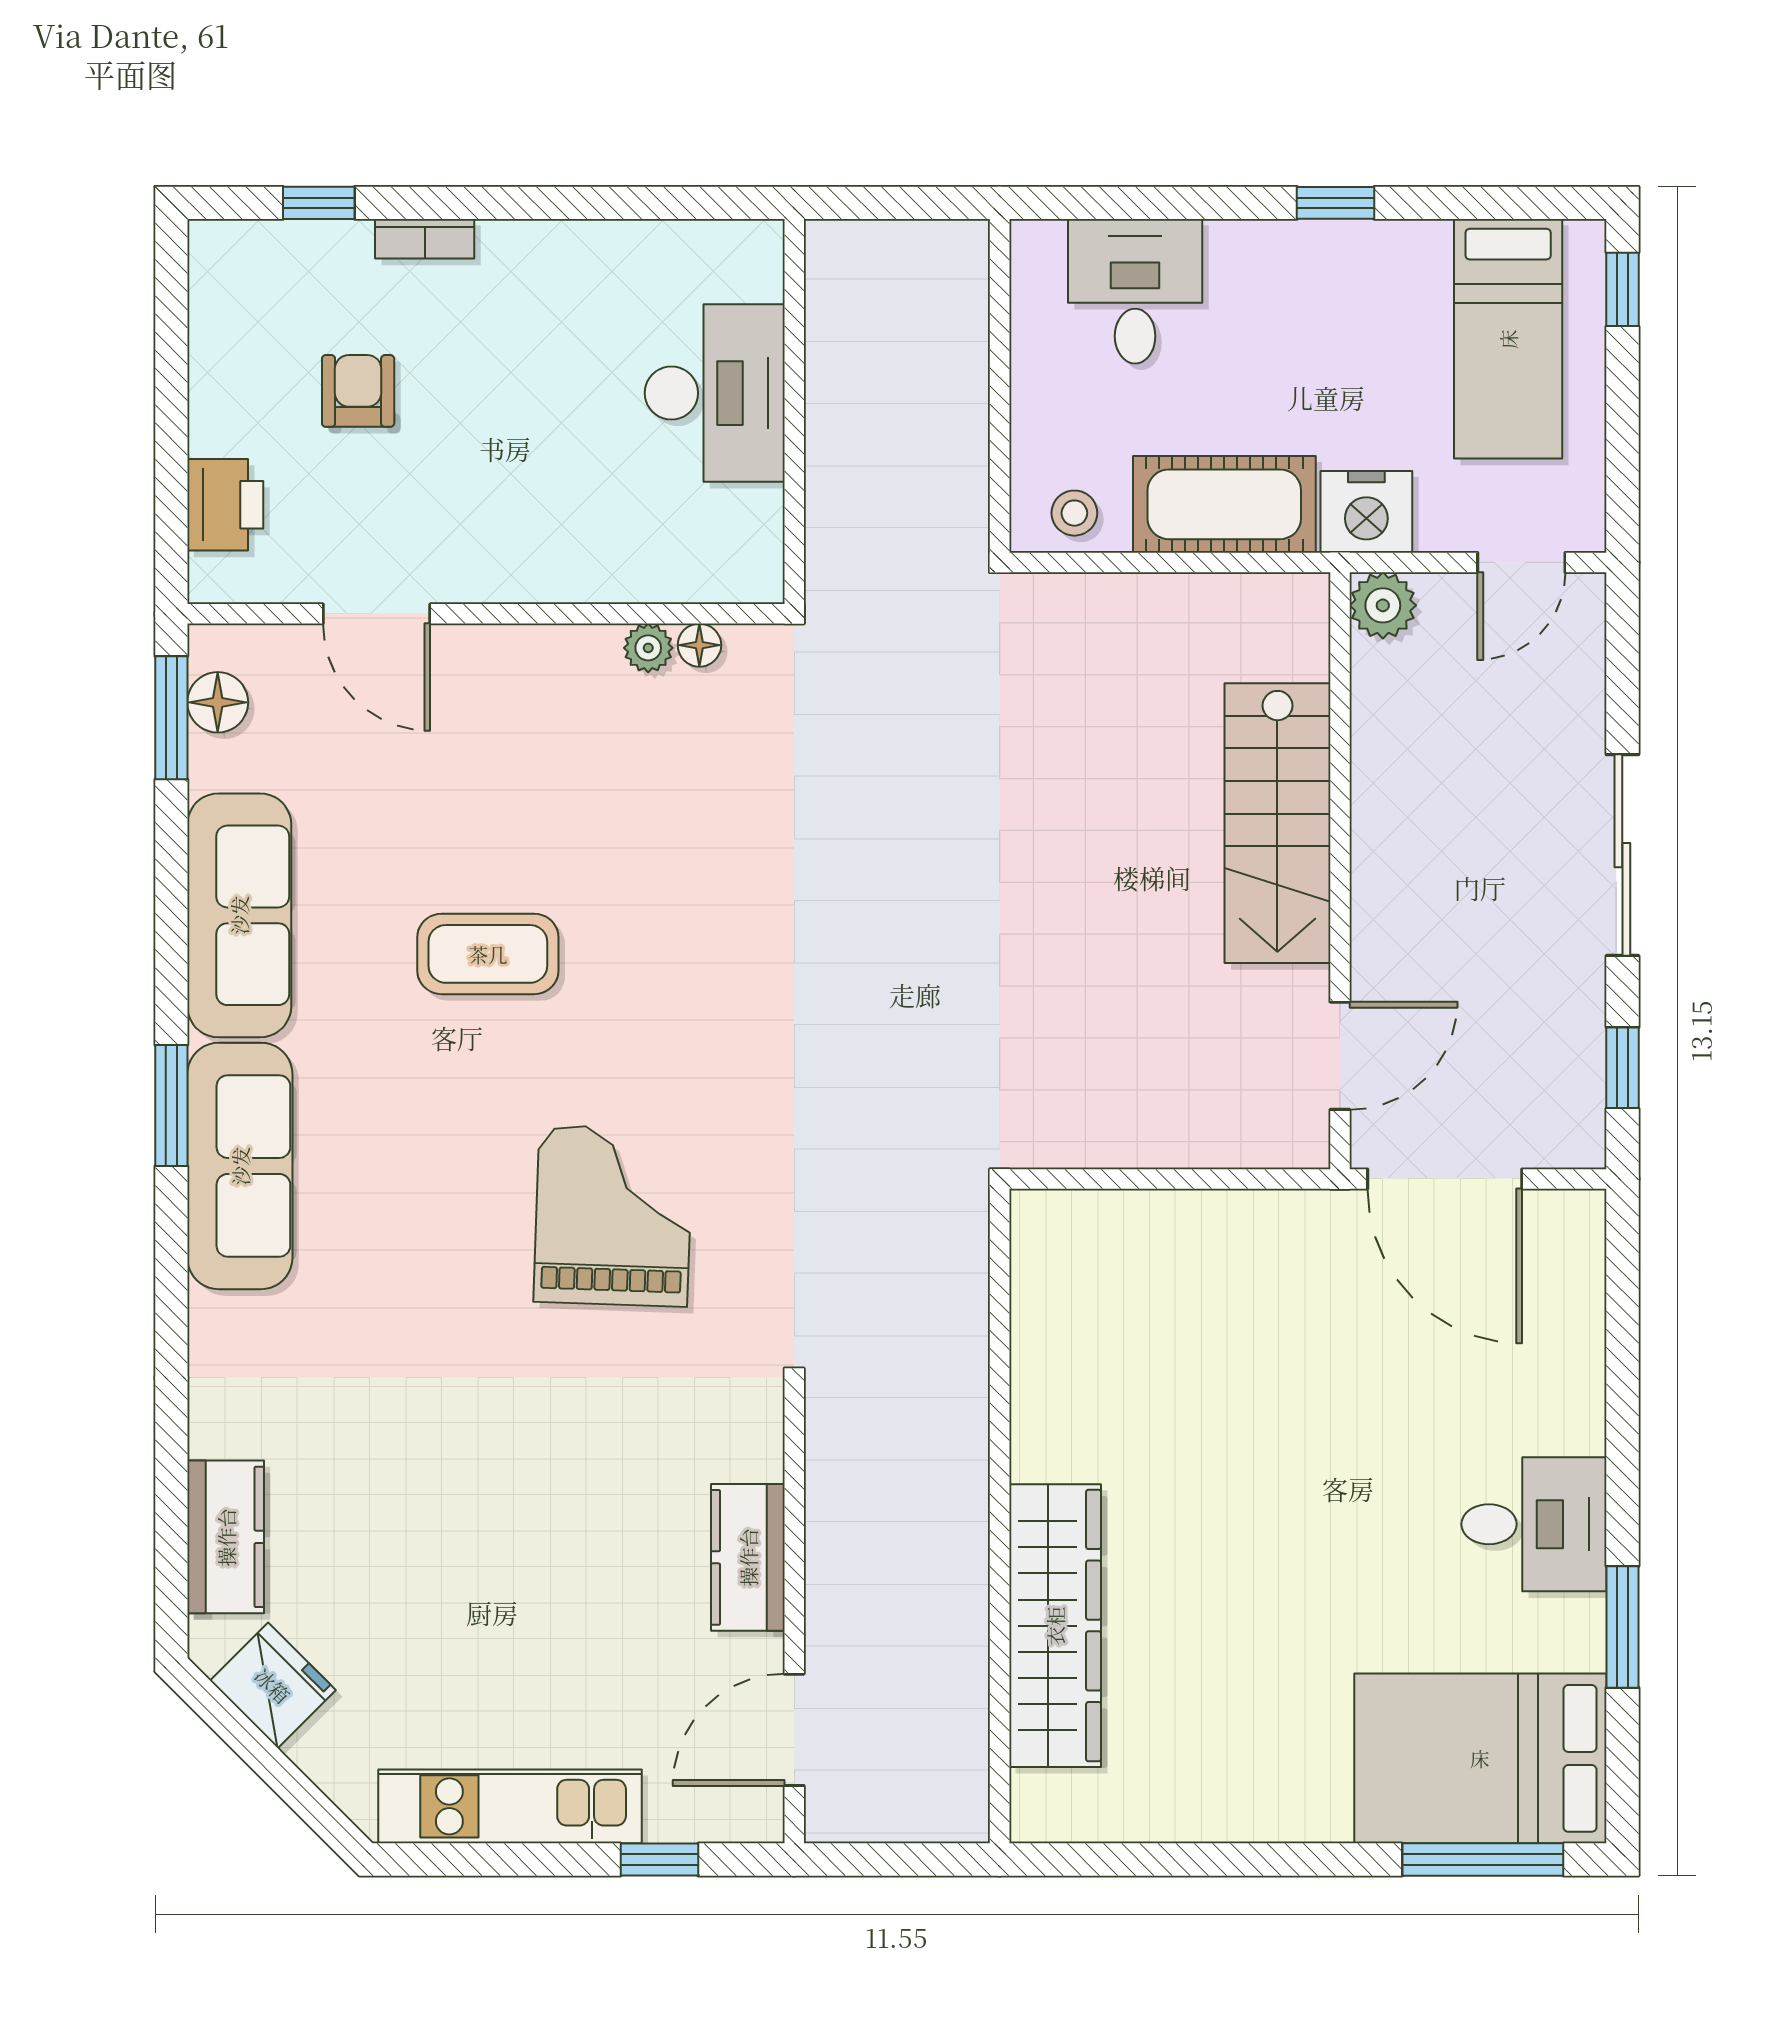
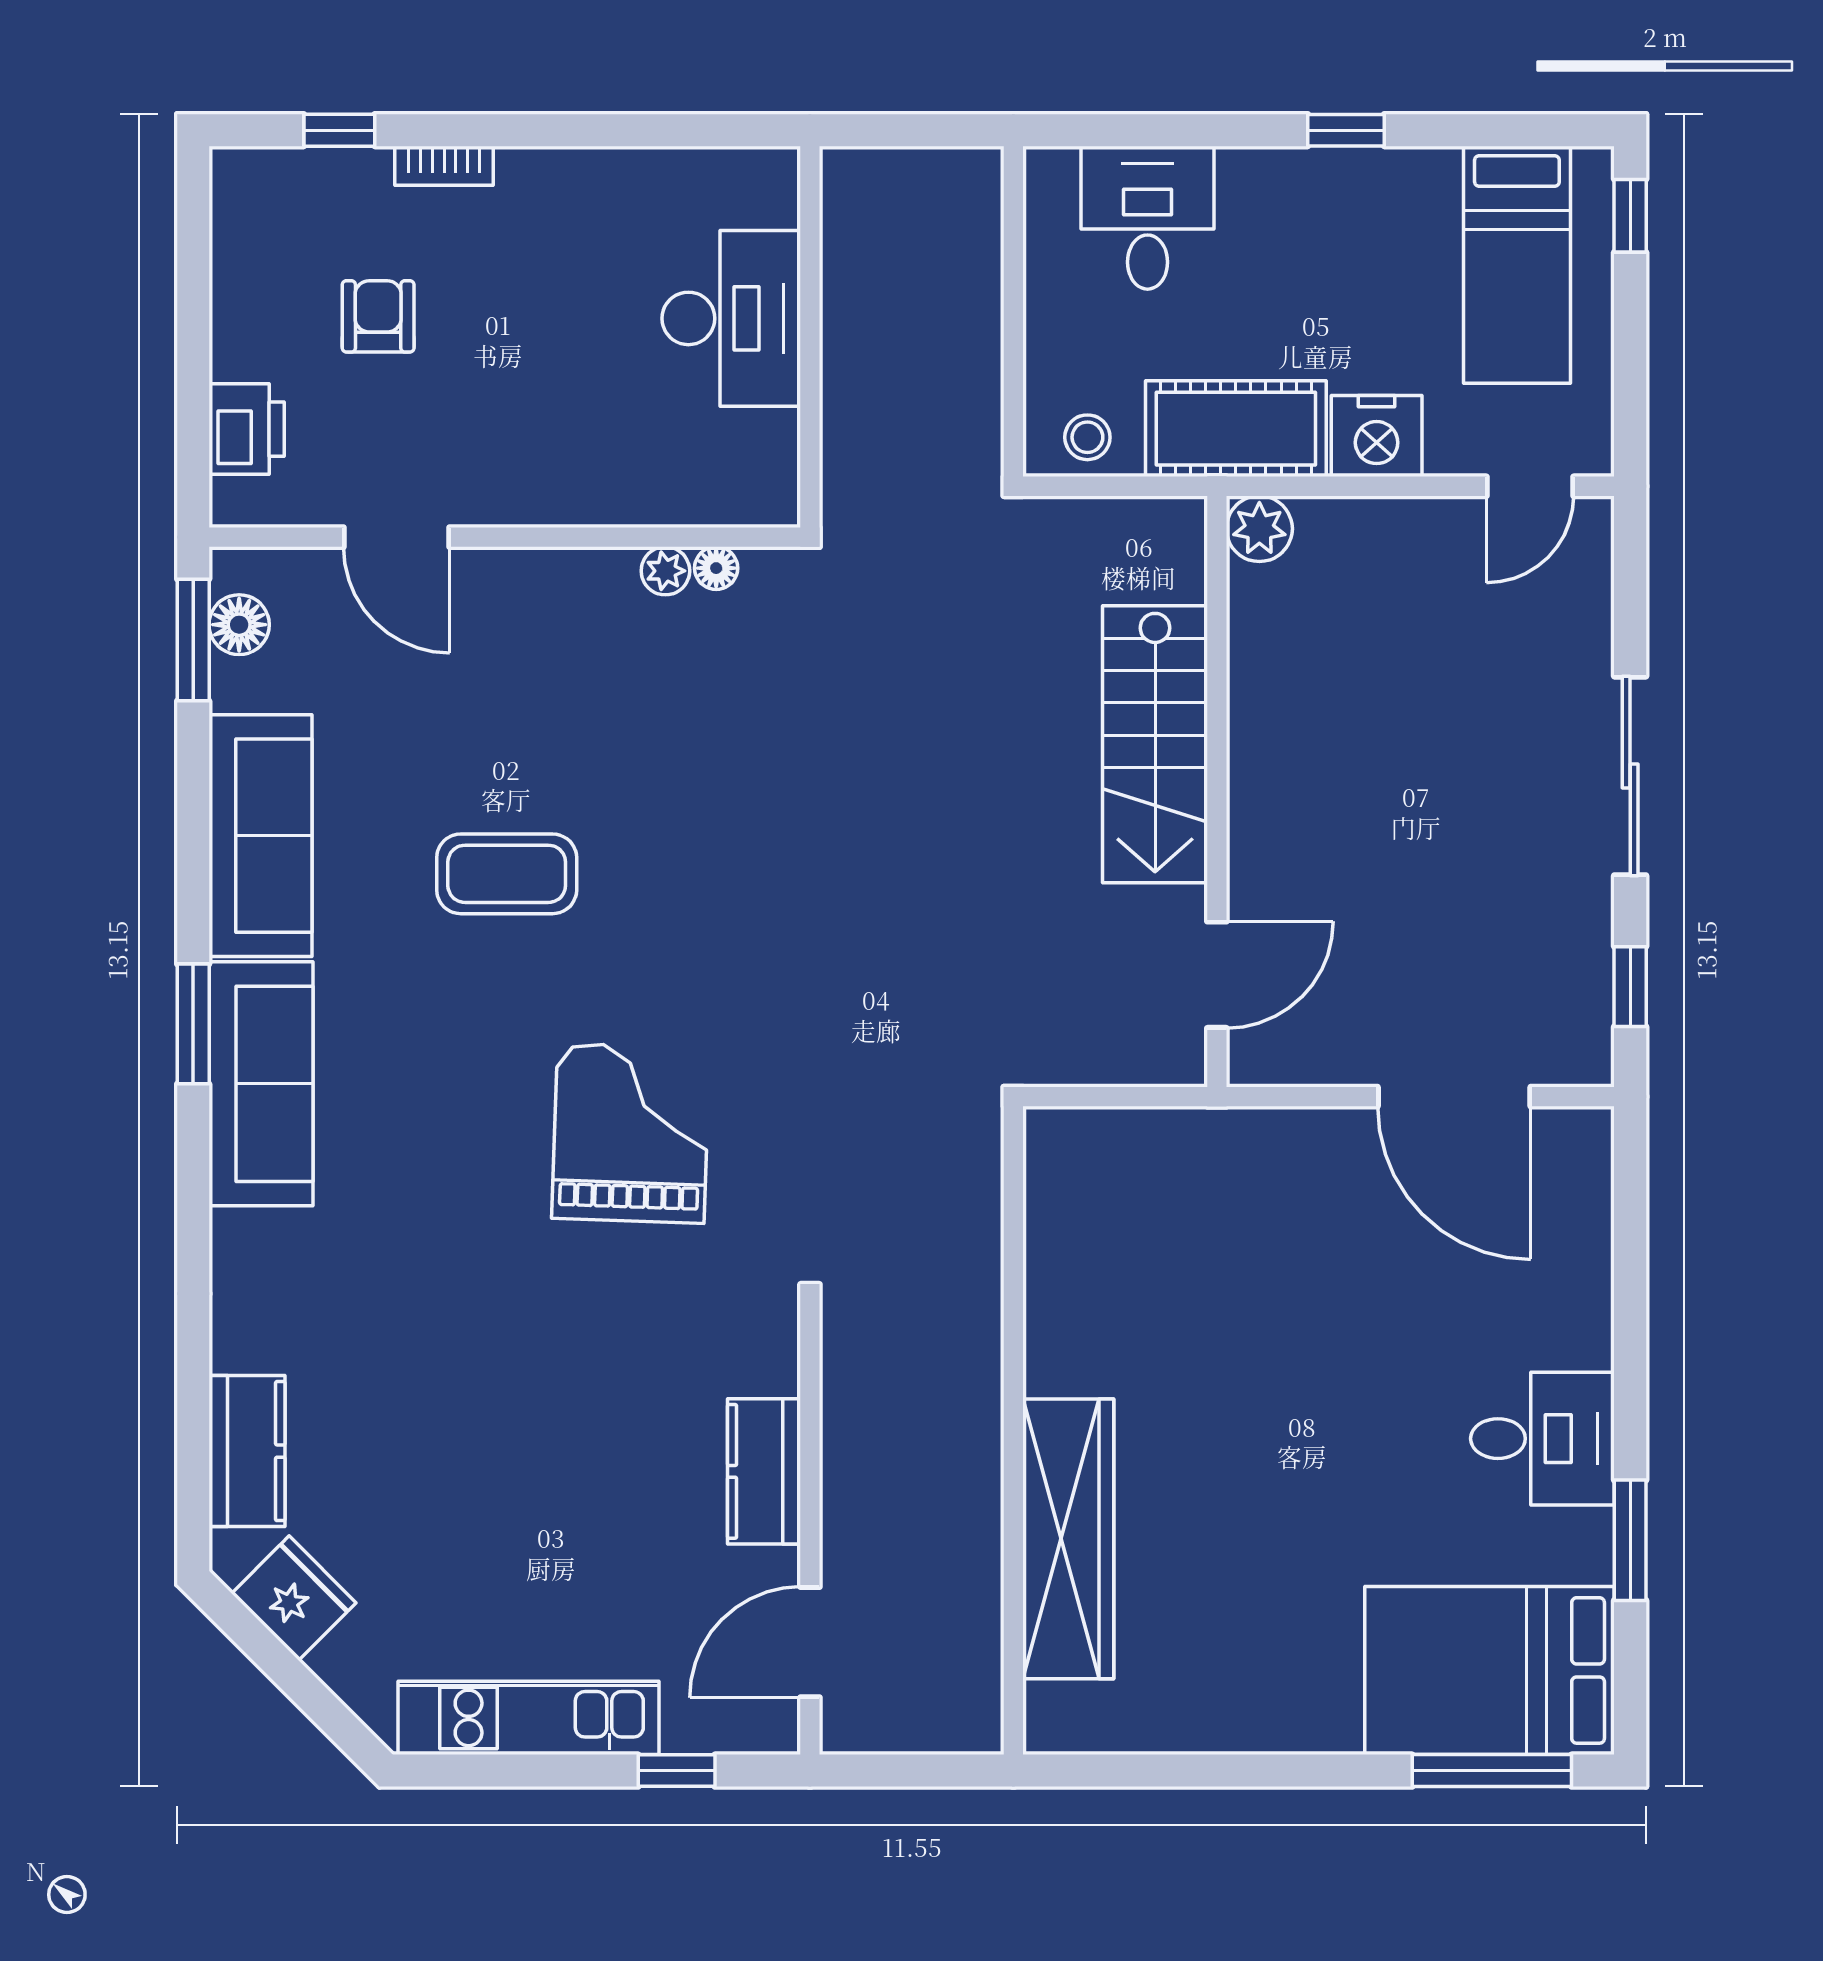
plant: (1383, 605) -> (1259, 529), moved
stairs: (1277, 823) -> (1155, 744), moved
wall: (1340, 871) -> (1217, 791), moved
door: (1340, 1056) -> (1217, 975), moved

